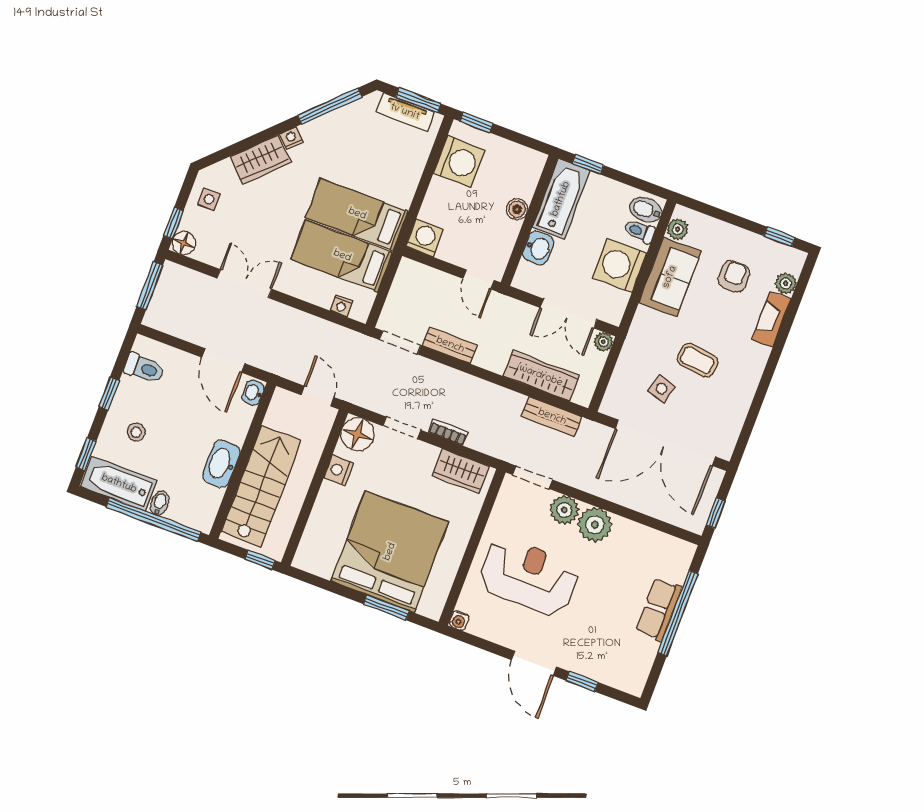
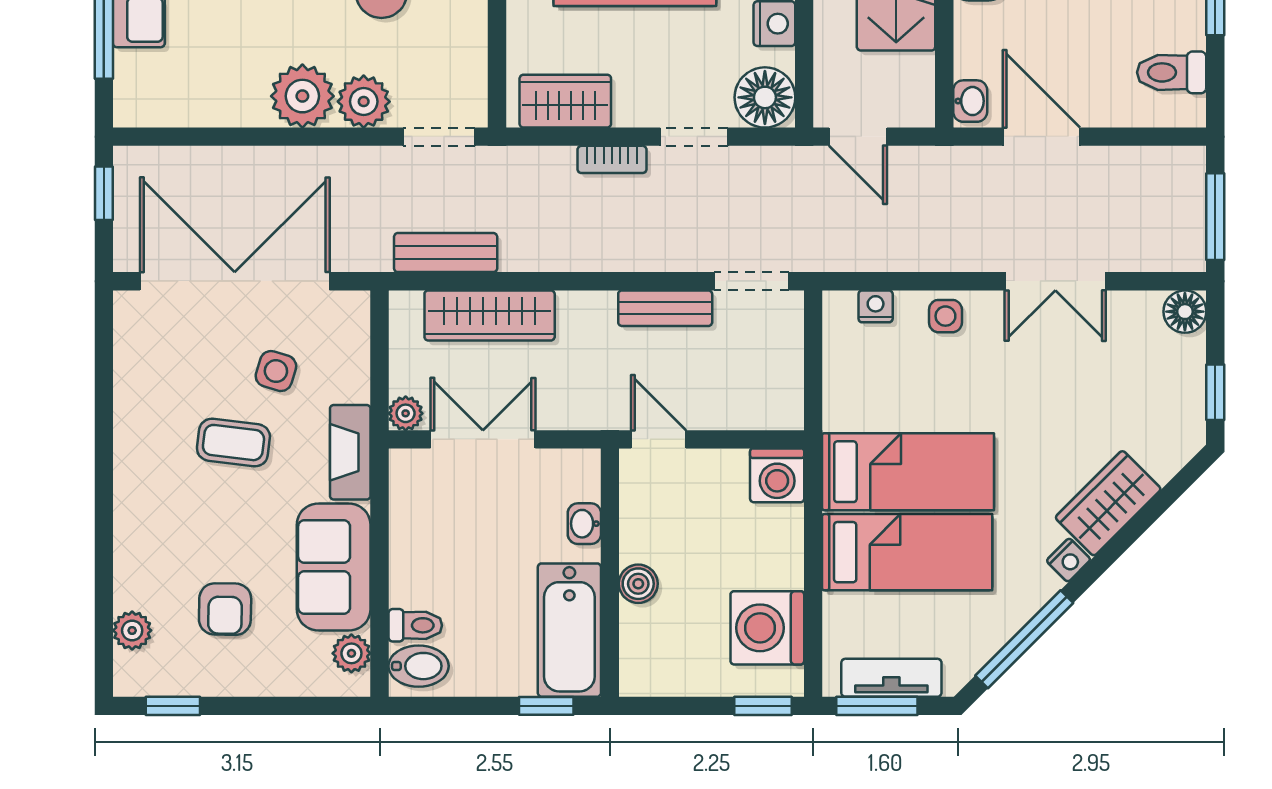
side table: (209, 199) -> (945, 316), moved
window: (173, 223) -> (1215, 392), moved
washbasin: (538, 248) -> (584, 524), width x0.72, depth x0.69
bed: (342, 256) -> (907, 552), moved
washing machine: (620, 265) -> (427, 554), removed
fireplace: (772, 319) -> (350, 452), moved, turned 180

